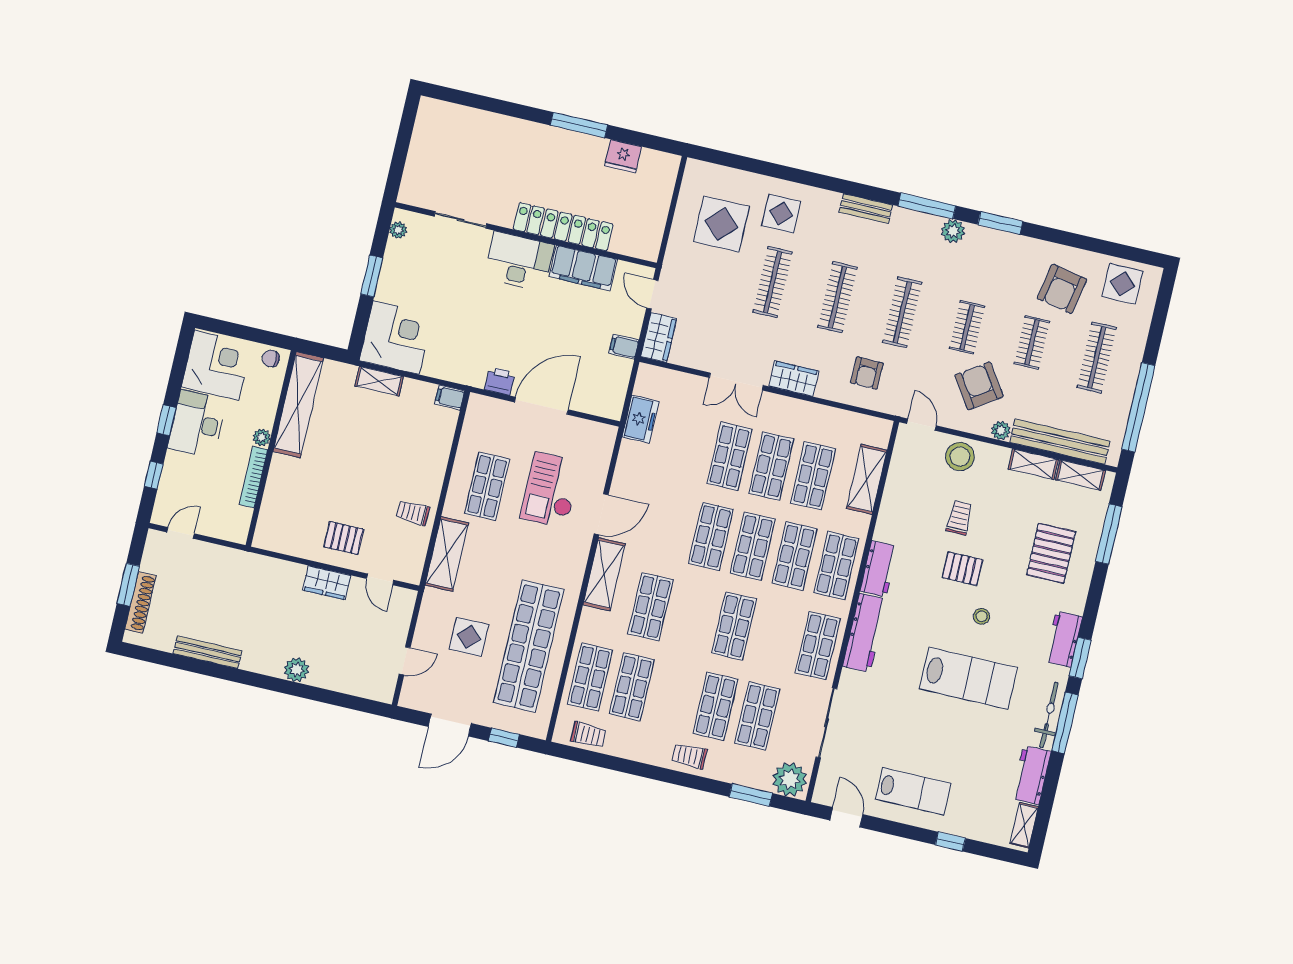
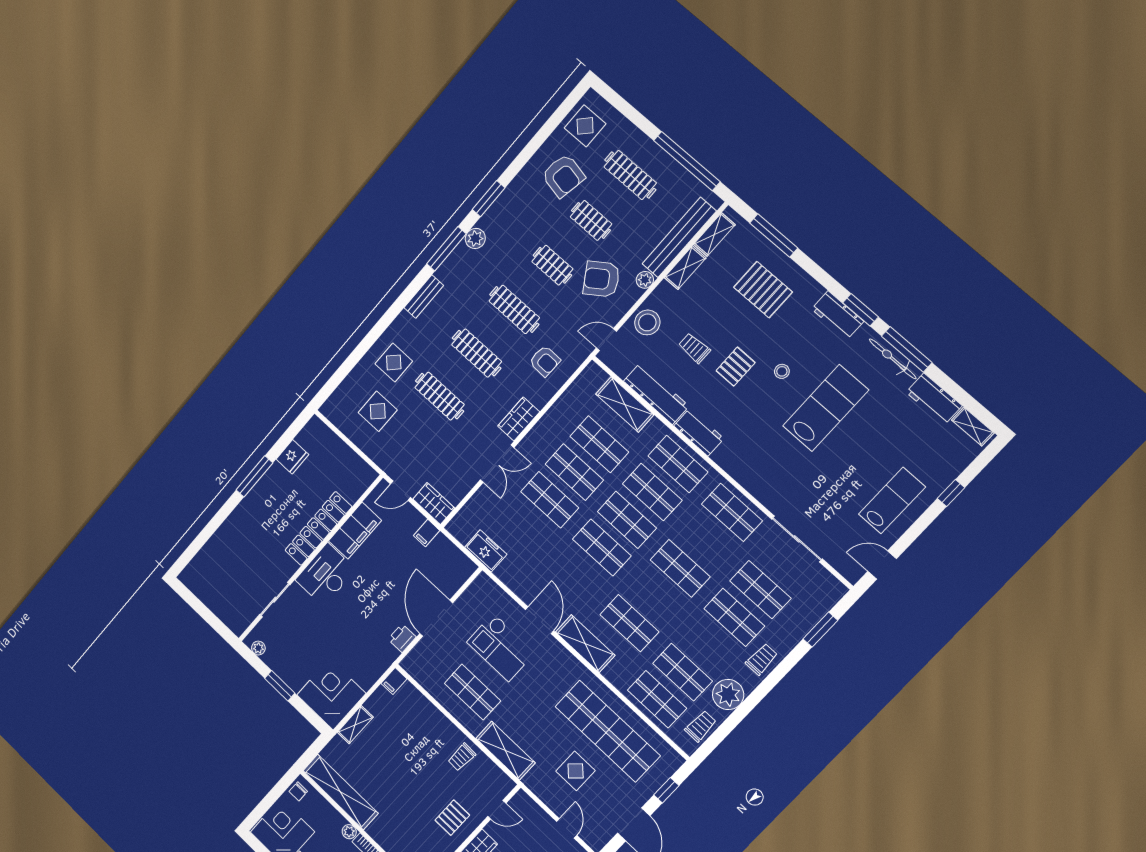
display table: (721, 224) -> (378, 411), width x0.73, depth x0.73
workbench: (865, 633) -> (656, 394), moved
trolley: (689, 756) -> (762, 659), turned 180
plant: (790, 779) -> (728, 695), moved

